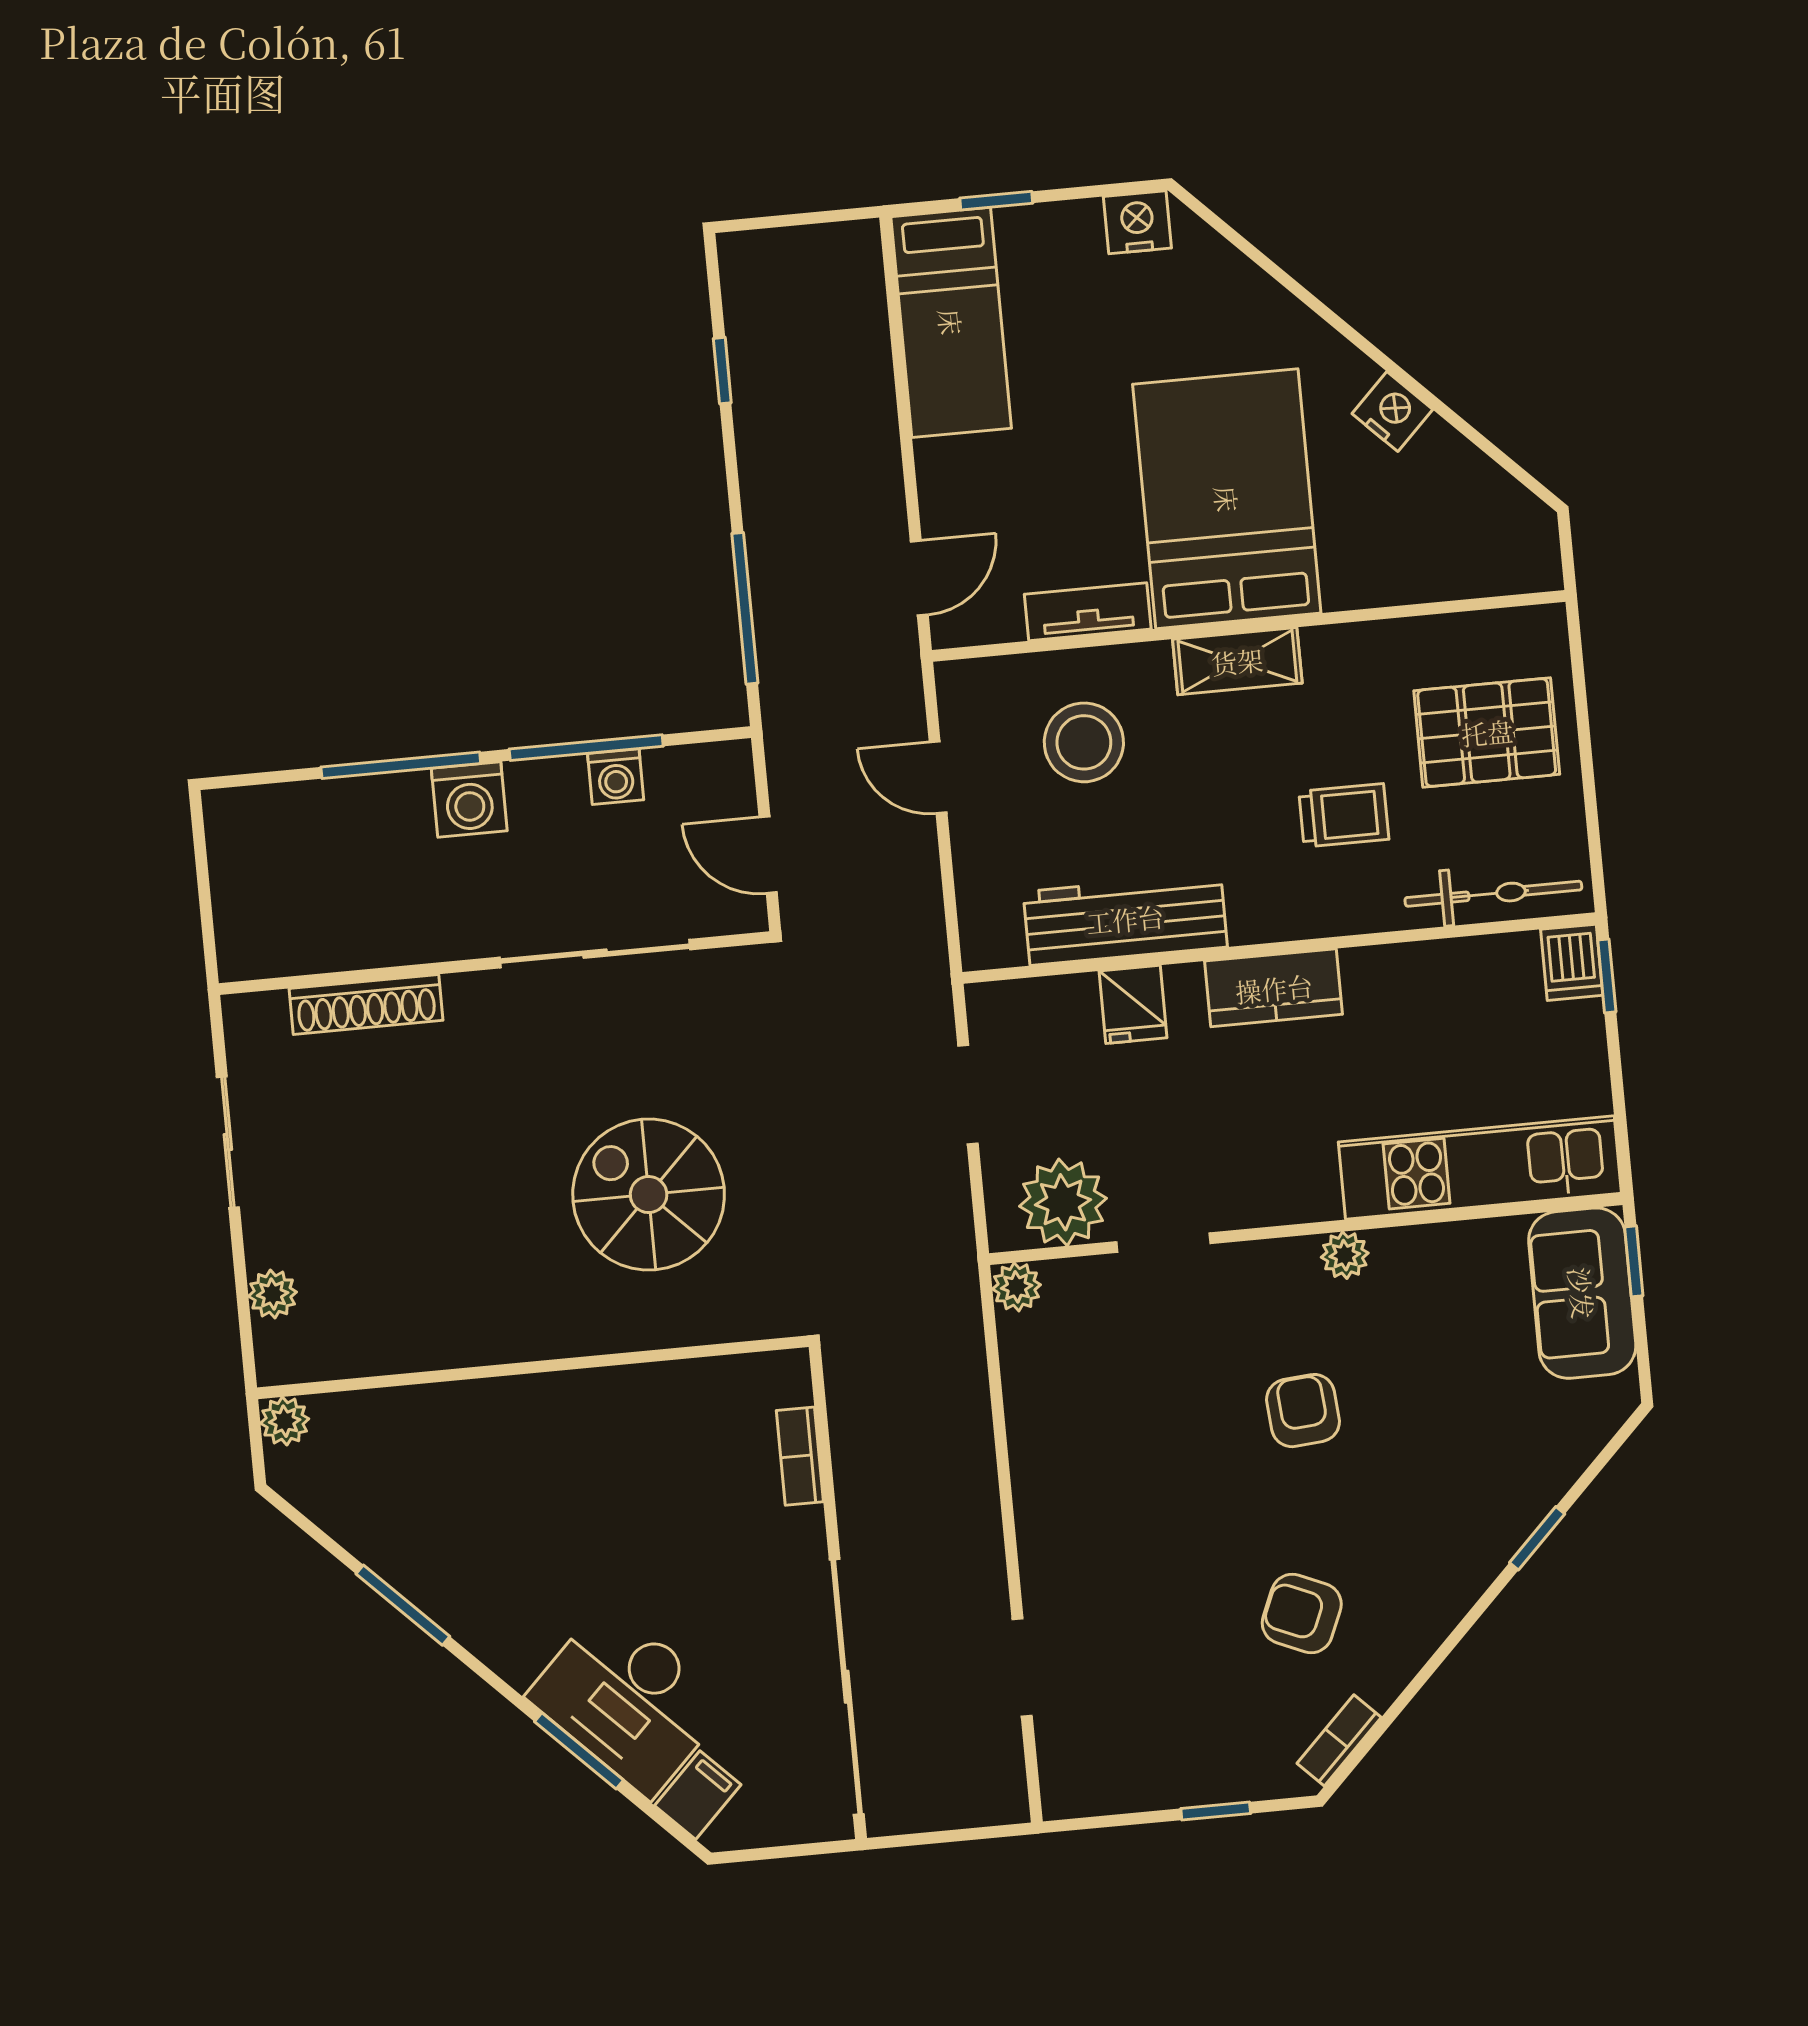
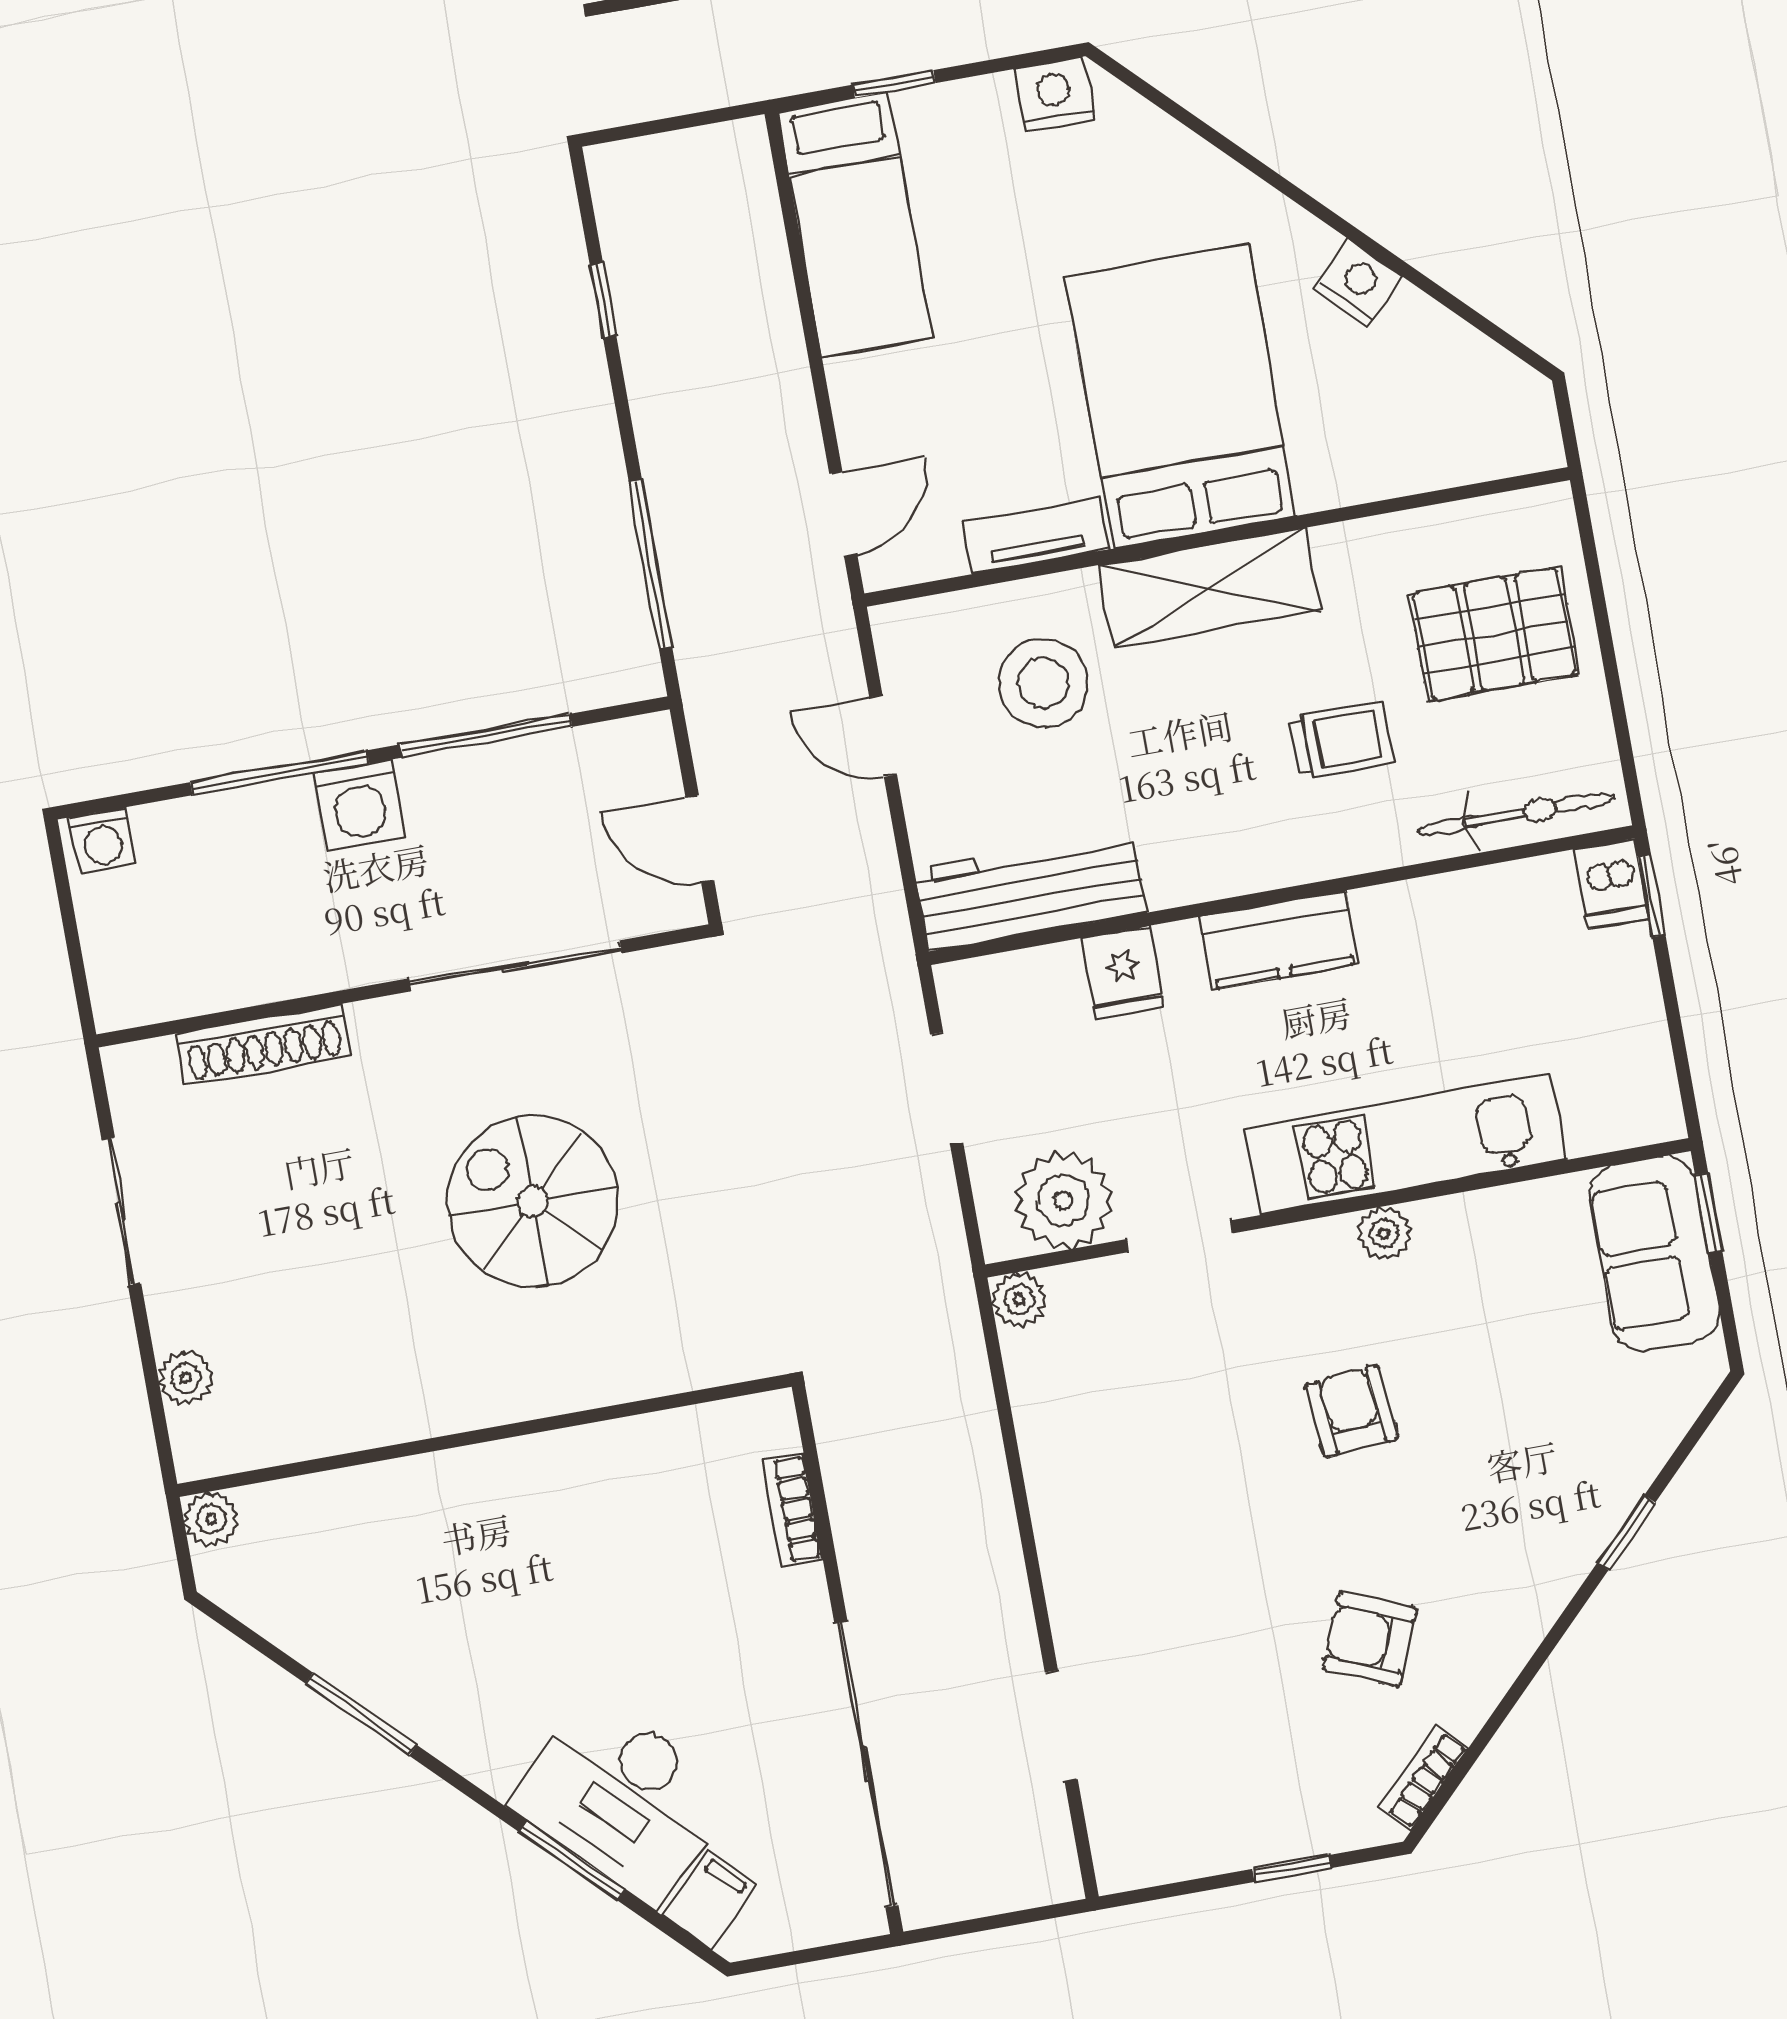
shelving: (1237, 661) -> (1210, 588), width x1.50, depth x1.33
washing machine: (616, 777) -> (102, 841), moved
workbench: (1125, 919) -> (1031, 891), moved
kitchen unit: (1480, 1168) -> (1406, 1144), moved
spiral stairs: (649, 1195) -> (533, 1201), moved

